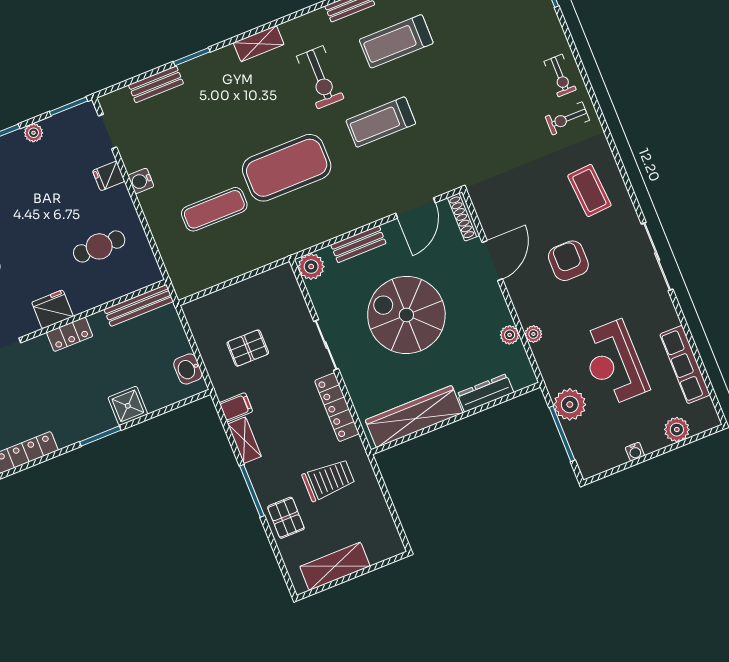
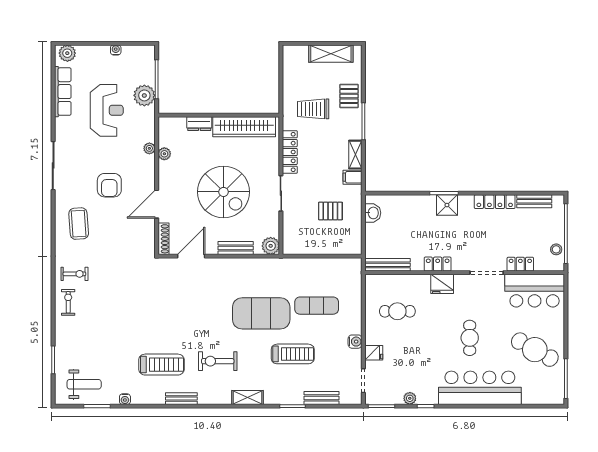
exercise bike: (320, 77) -> (218, 361), turned -90
treadmill: (381, 122) -> (293, 354), moved
dresser: (485, 393) -> (199, 124), width x0.70
shower: (128, 406) -> (447, 205), moved
plant: (677, 430) -> (67, 53), moved

